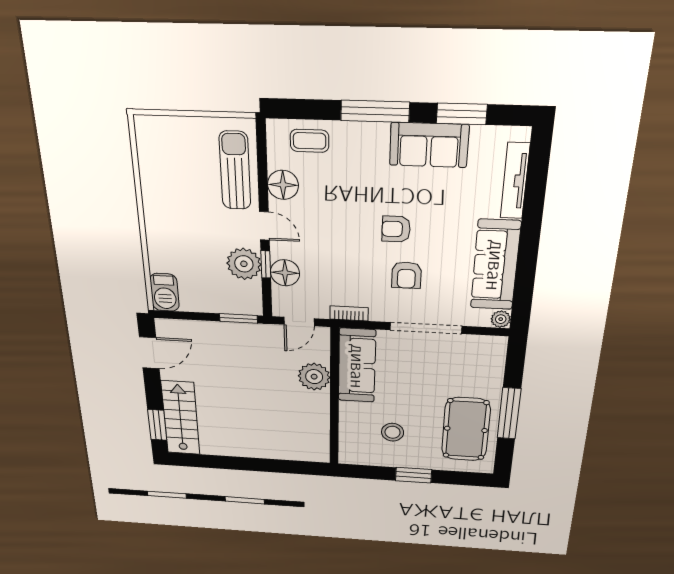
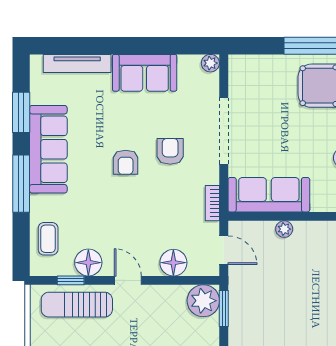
sofa: (429, 145) -> (48, 149), width x1.36
door: (264, 226) -> (128, 280), hinge flipped
plant: (244, 264) -> (203, 301), moved
window: (266, 264) -> (71, 280), moved
sofa: (495, 265) -> (145, 73), width x0.73
armchair: (406, 275) -> (170, 151), turned -90
plant: (314, 377) -> (284, 229), width x0.53, depth x0.53

